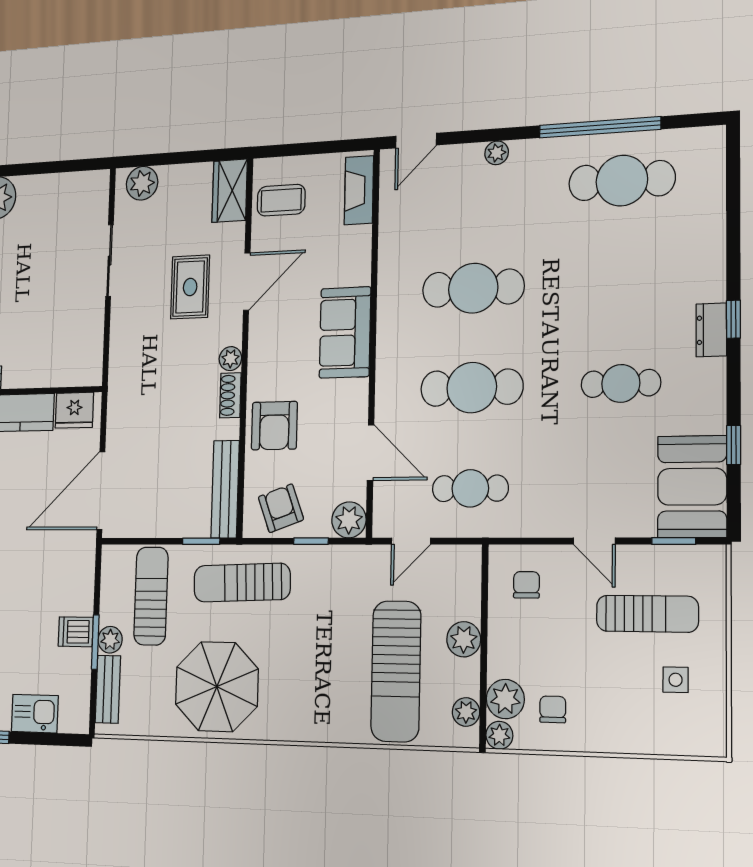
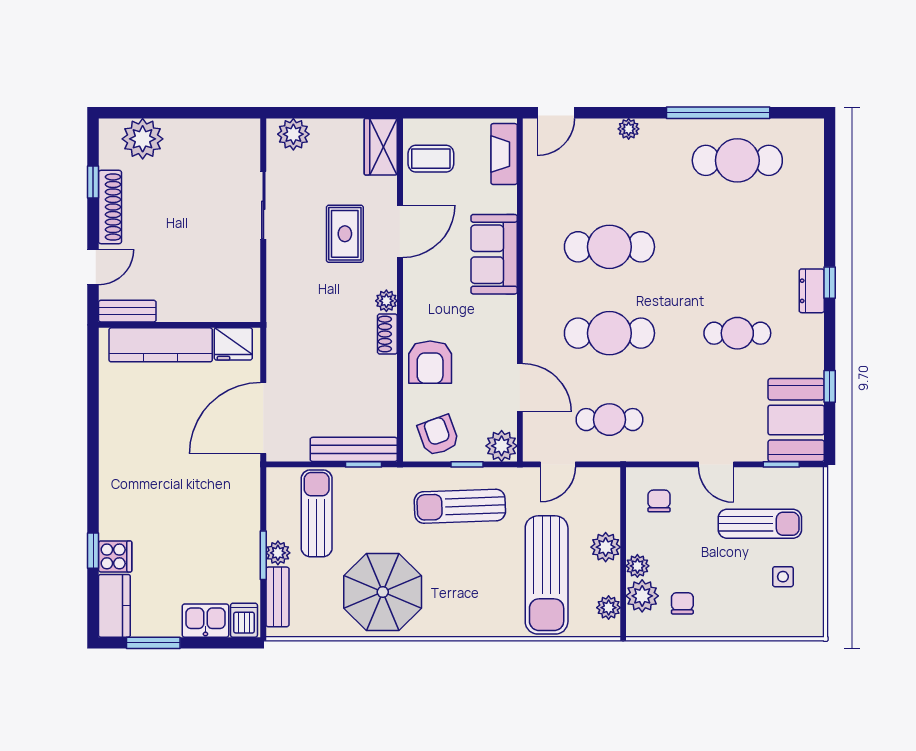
sofa: (345, 332) -> (494, 254), moved
bench: (225, 489) -> (354, 449), moved, turned 90
sun lounger: (242, 583) -> (460, 506), moved
dishwasher: (76, 632) -> (244, 620), moved, turned 90
plant: (499, 735) -> (637, 566), moved

